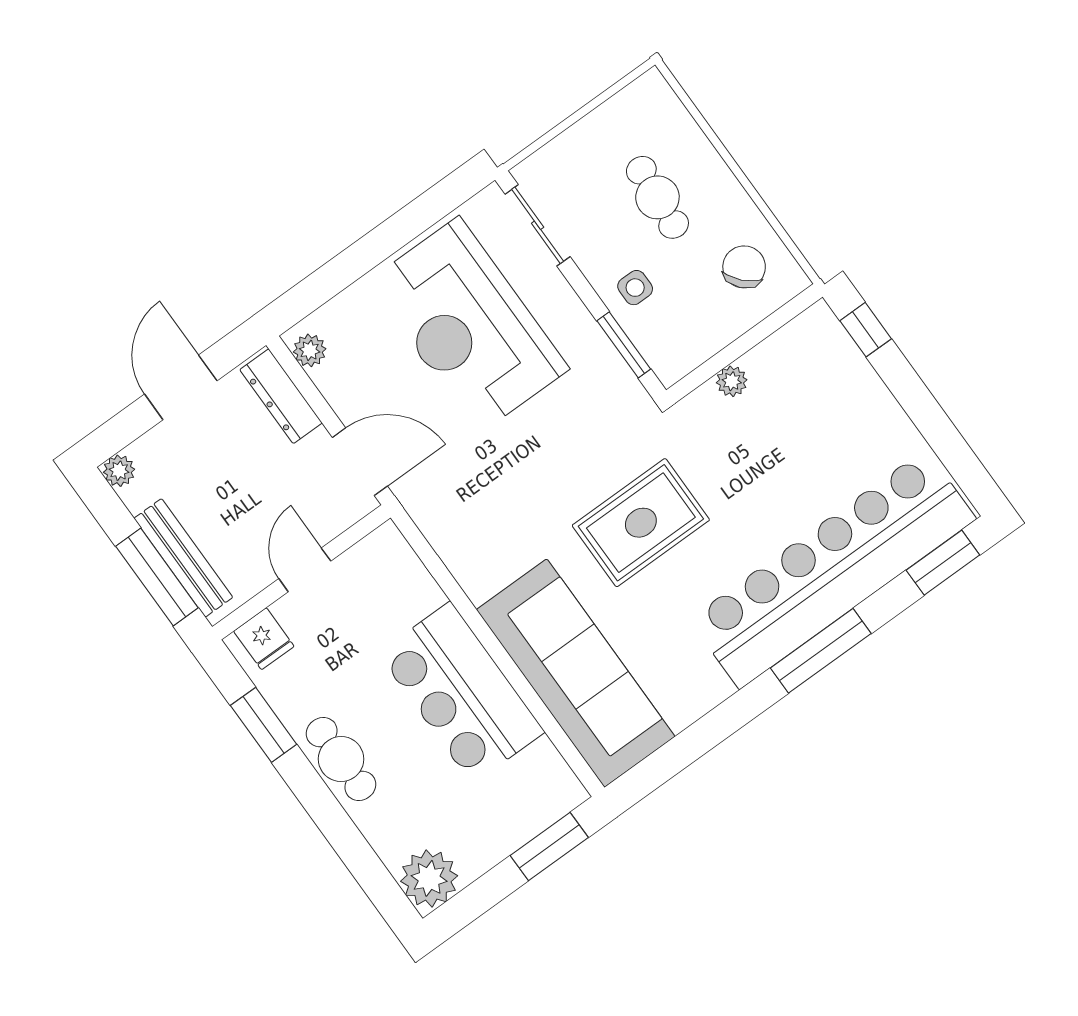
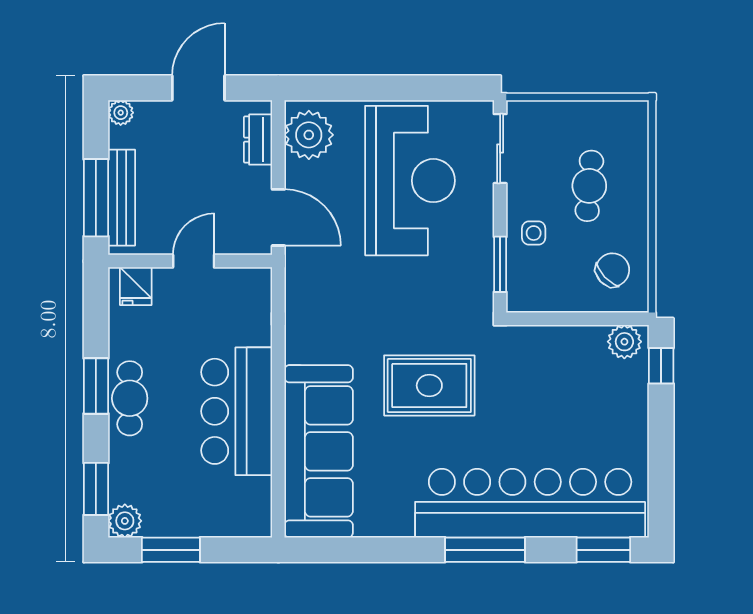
reception desk: (468, 325) -> (410, 181), turned 180
plant: (310, 350) -> (309, 135), width x1.88, depth x1.88
plant: (732, 381) -> (624, 342), moved, width x1.38, depth x1.38
dresser: (281, 396) -> (258, 140), width x0.70
window: (264, 725) -> (96, 386), moved
window: (549, 847) -> (171, 550), moved
window: (374, 878) -> (96, 489), added
plant: (429, 878) -> (125, 521), width x0.73, depth x0.73

